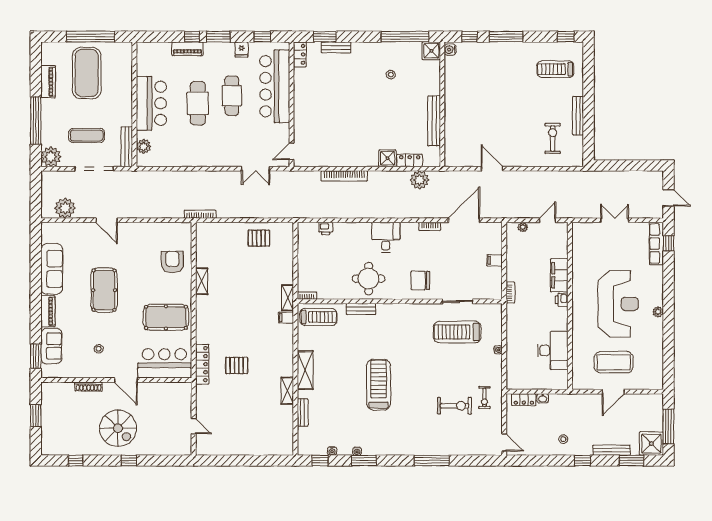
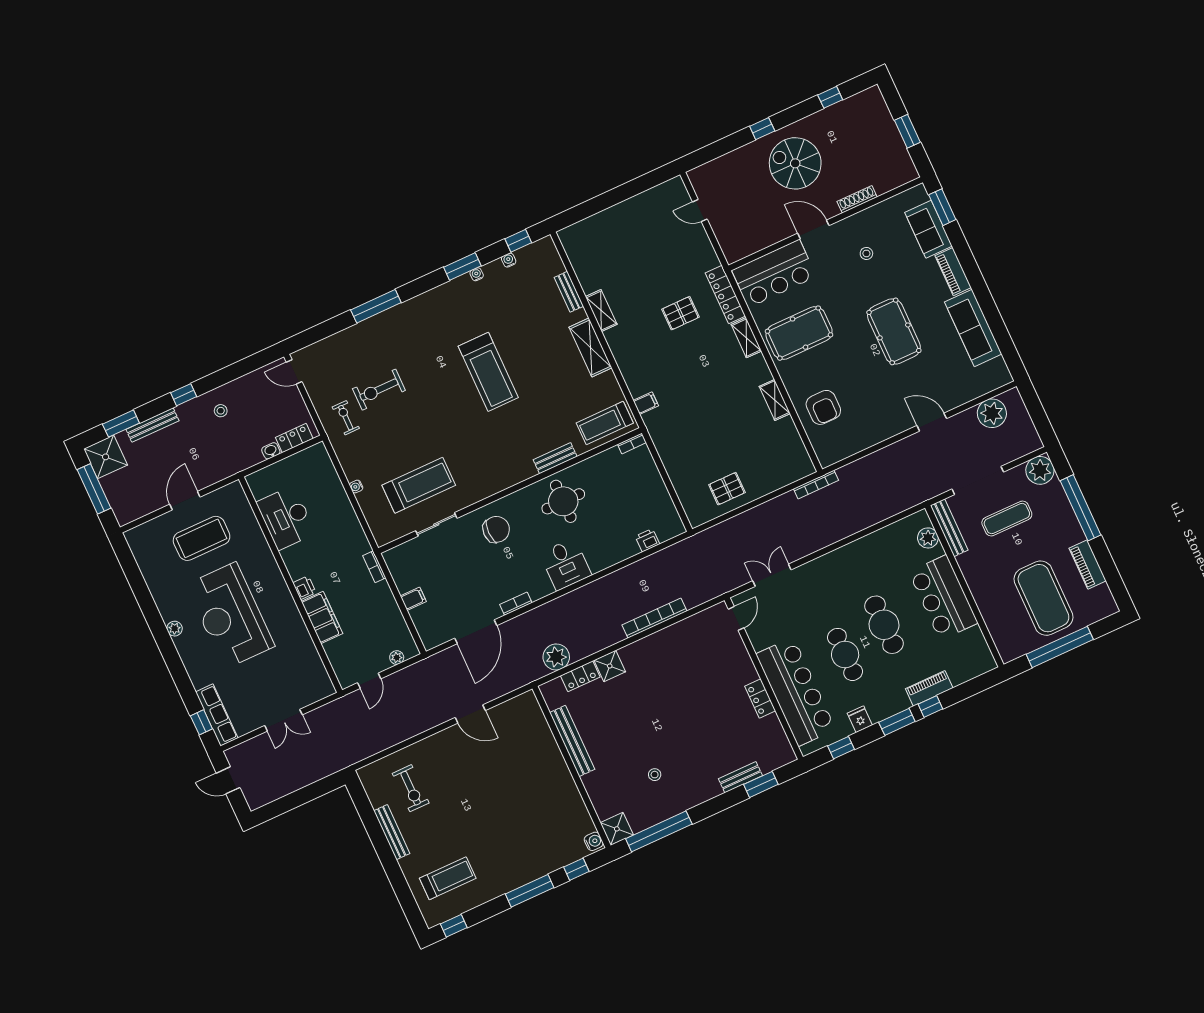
locker: (300, 54) -> (760, 699), moved
shelving: (288, 298) -> (746, 338), moved

